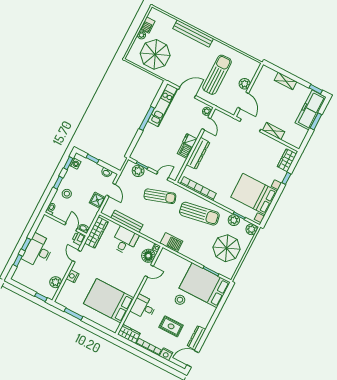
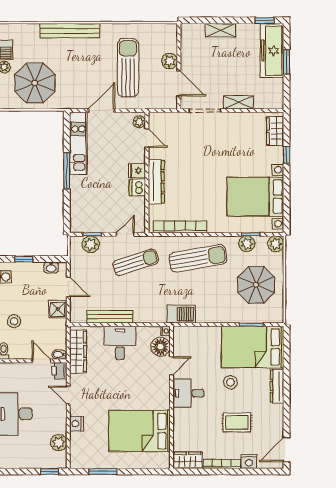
desk: (144, 307) -> (188, 393), moved
dresser: (196, 338) -> (277, 386), moved

